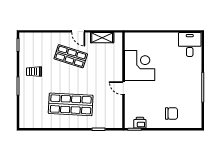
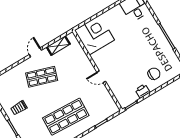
door: (78, 31) -> (35, 52), swing flipped
corner desk: (140, 66) -> (94, 35), moved
printer: (140, 123) -> (143, 91), moved

